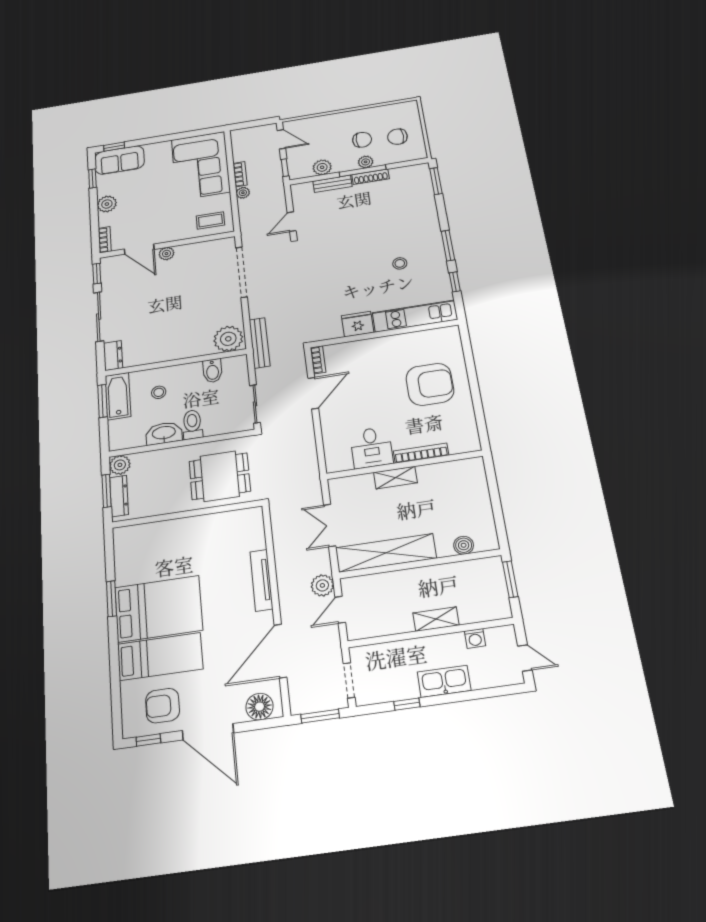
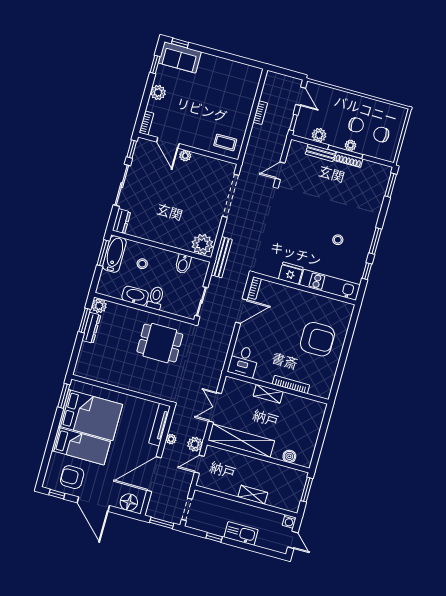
corner sofa: (201, 166) -> (236, 91), removed
plant: (243, 193) -> (171, 439), moved
desk: (371, 448) -> (243, 361), moved
wall: (187, 514) -> (121, 390), moved
washing machine: (475, 638) -> (289, 521), moved

